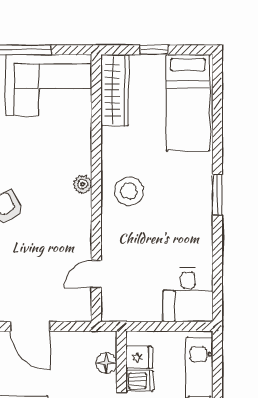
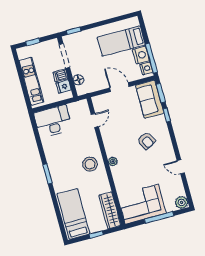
desk: (188, 295) -> (53, 121), width x1.37

